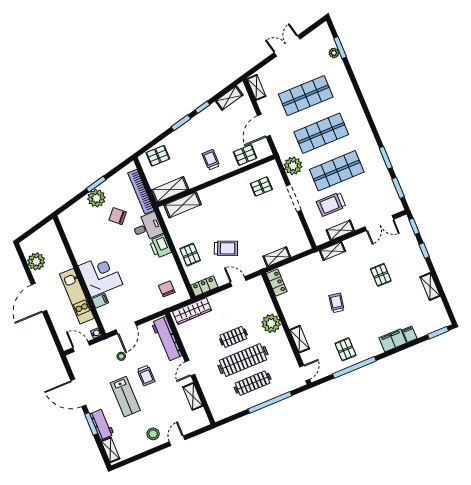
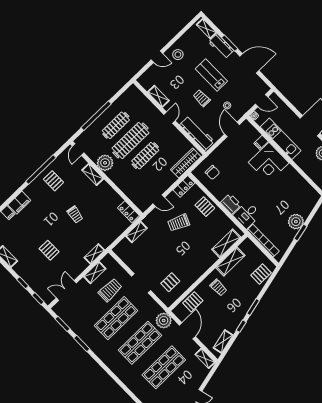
plant: (293, 166) -> (164, 320), moved
shelving: (170, 190) -> (230, 261), moved
chair: (118, 216) -> (274, 214), removed
plant: (271, 323) -> (105, 163), moved
clothes rail: (233, 337) -> (145, 156), width x1.36
door: (177, 441) -> (157, 57), hinge flipped

